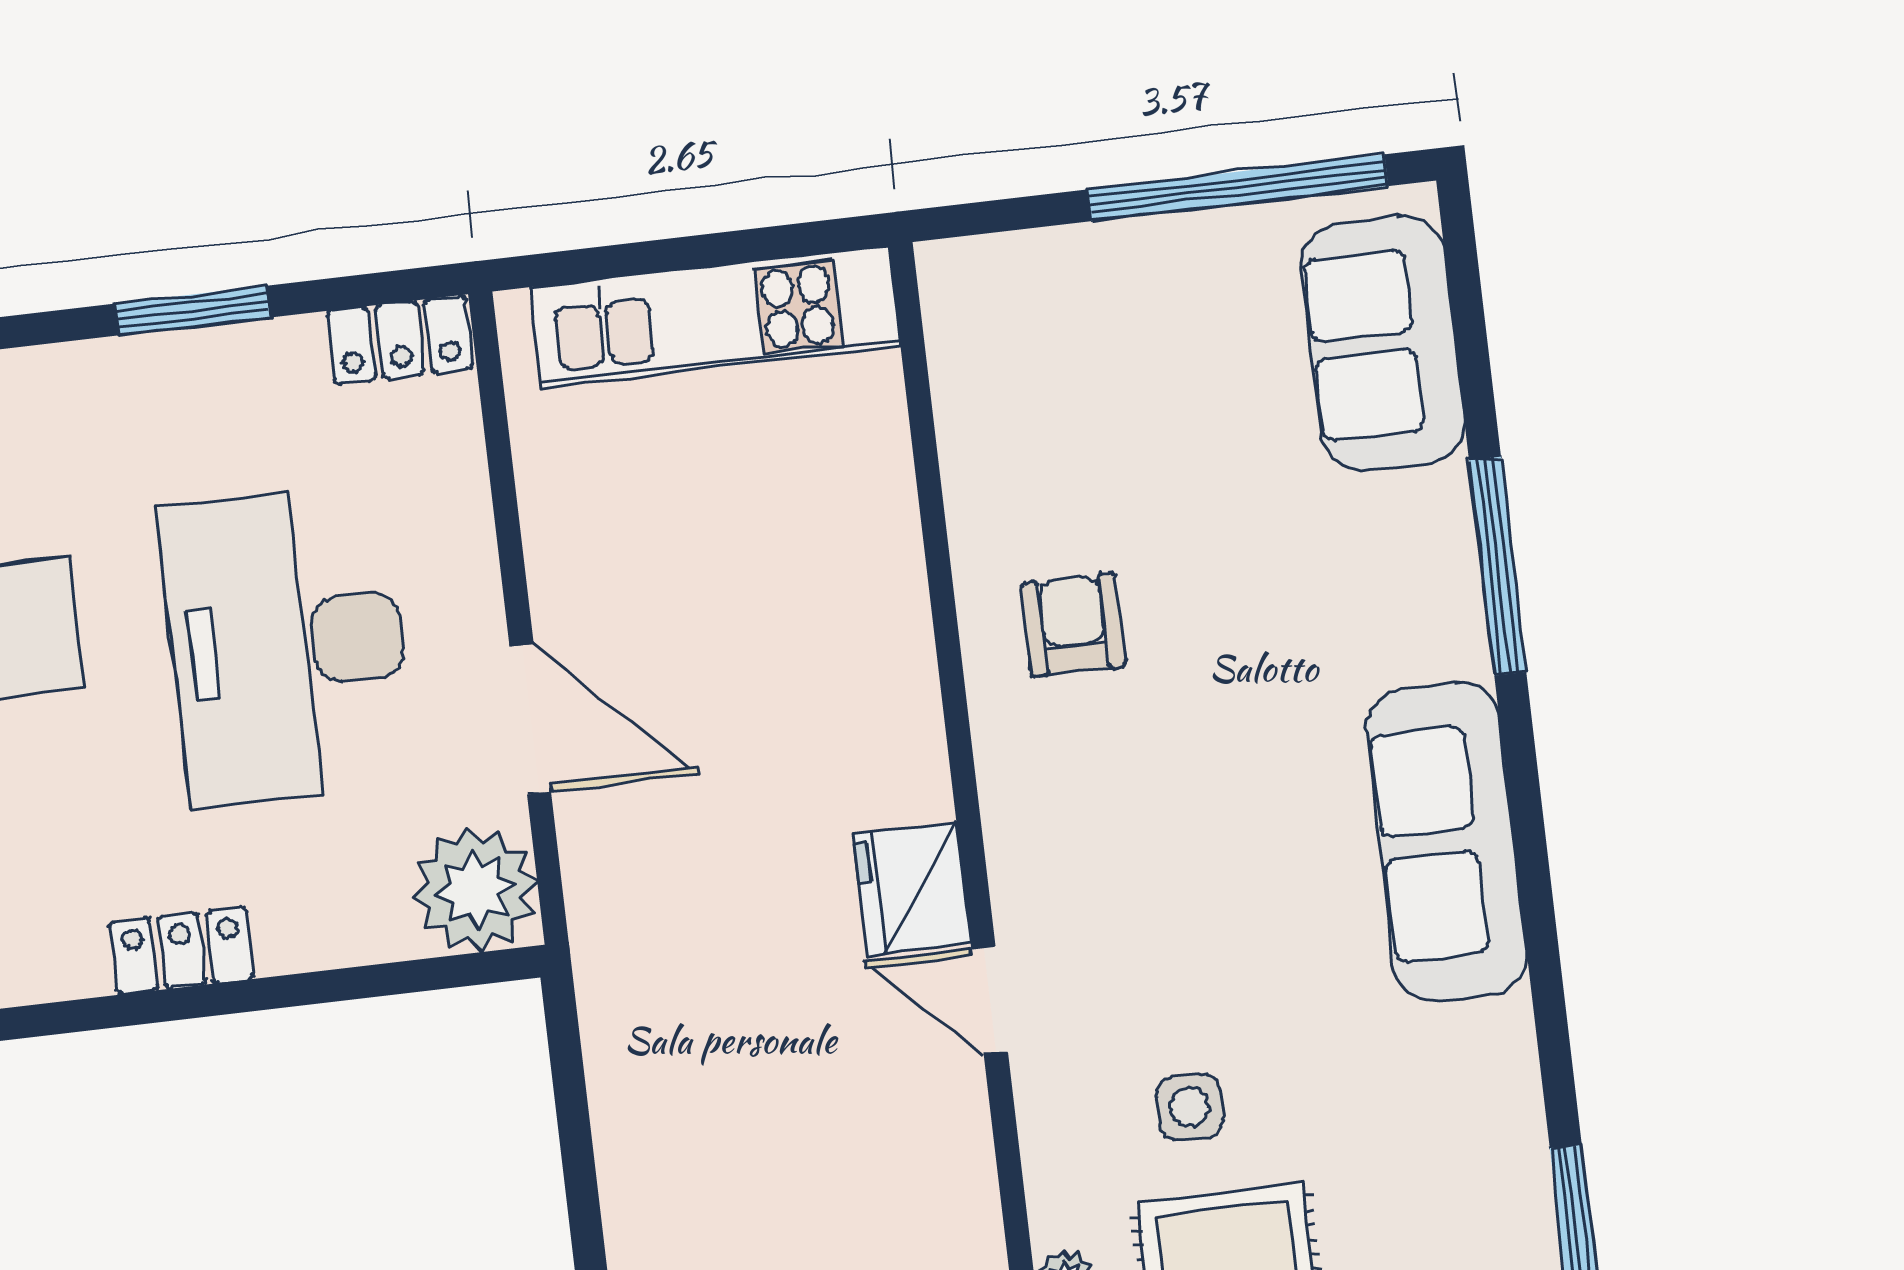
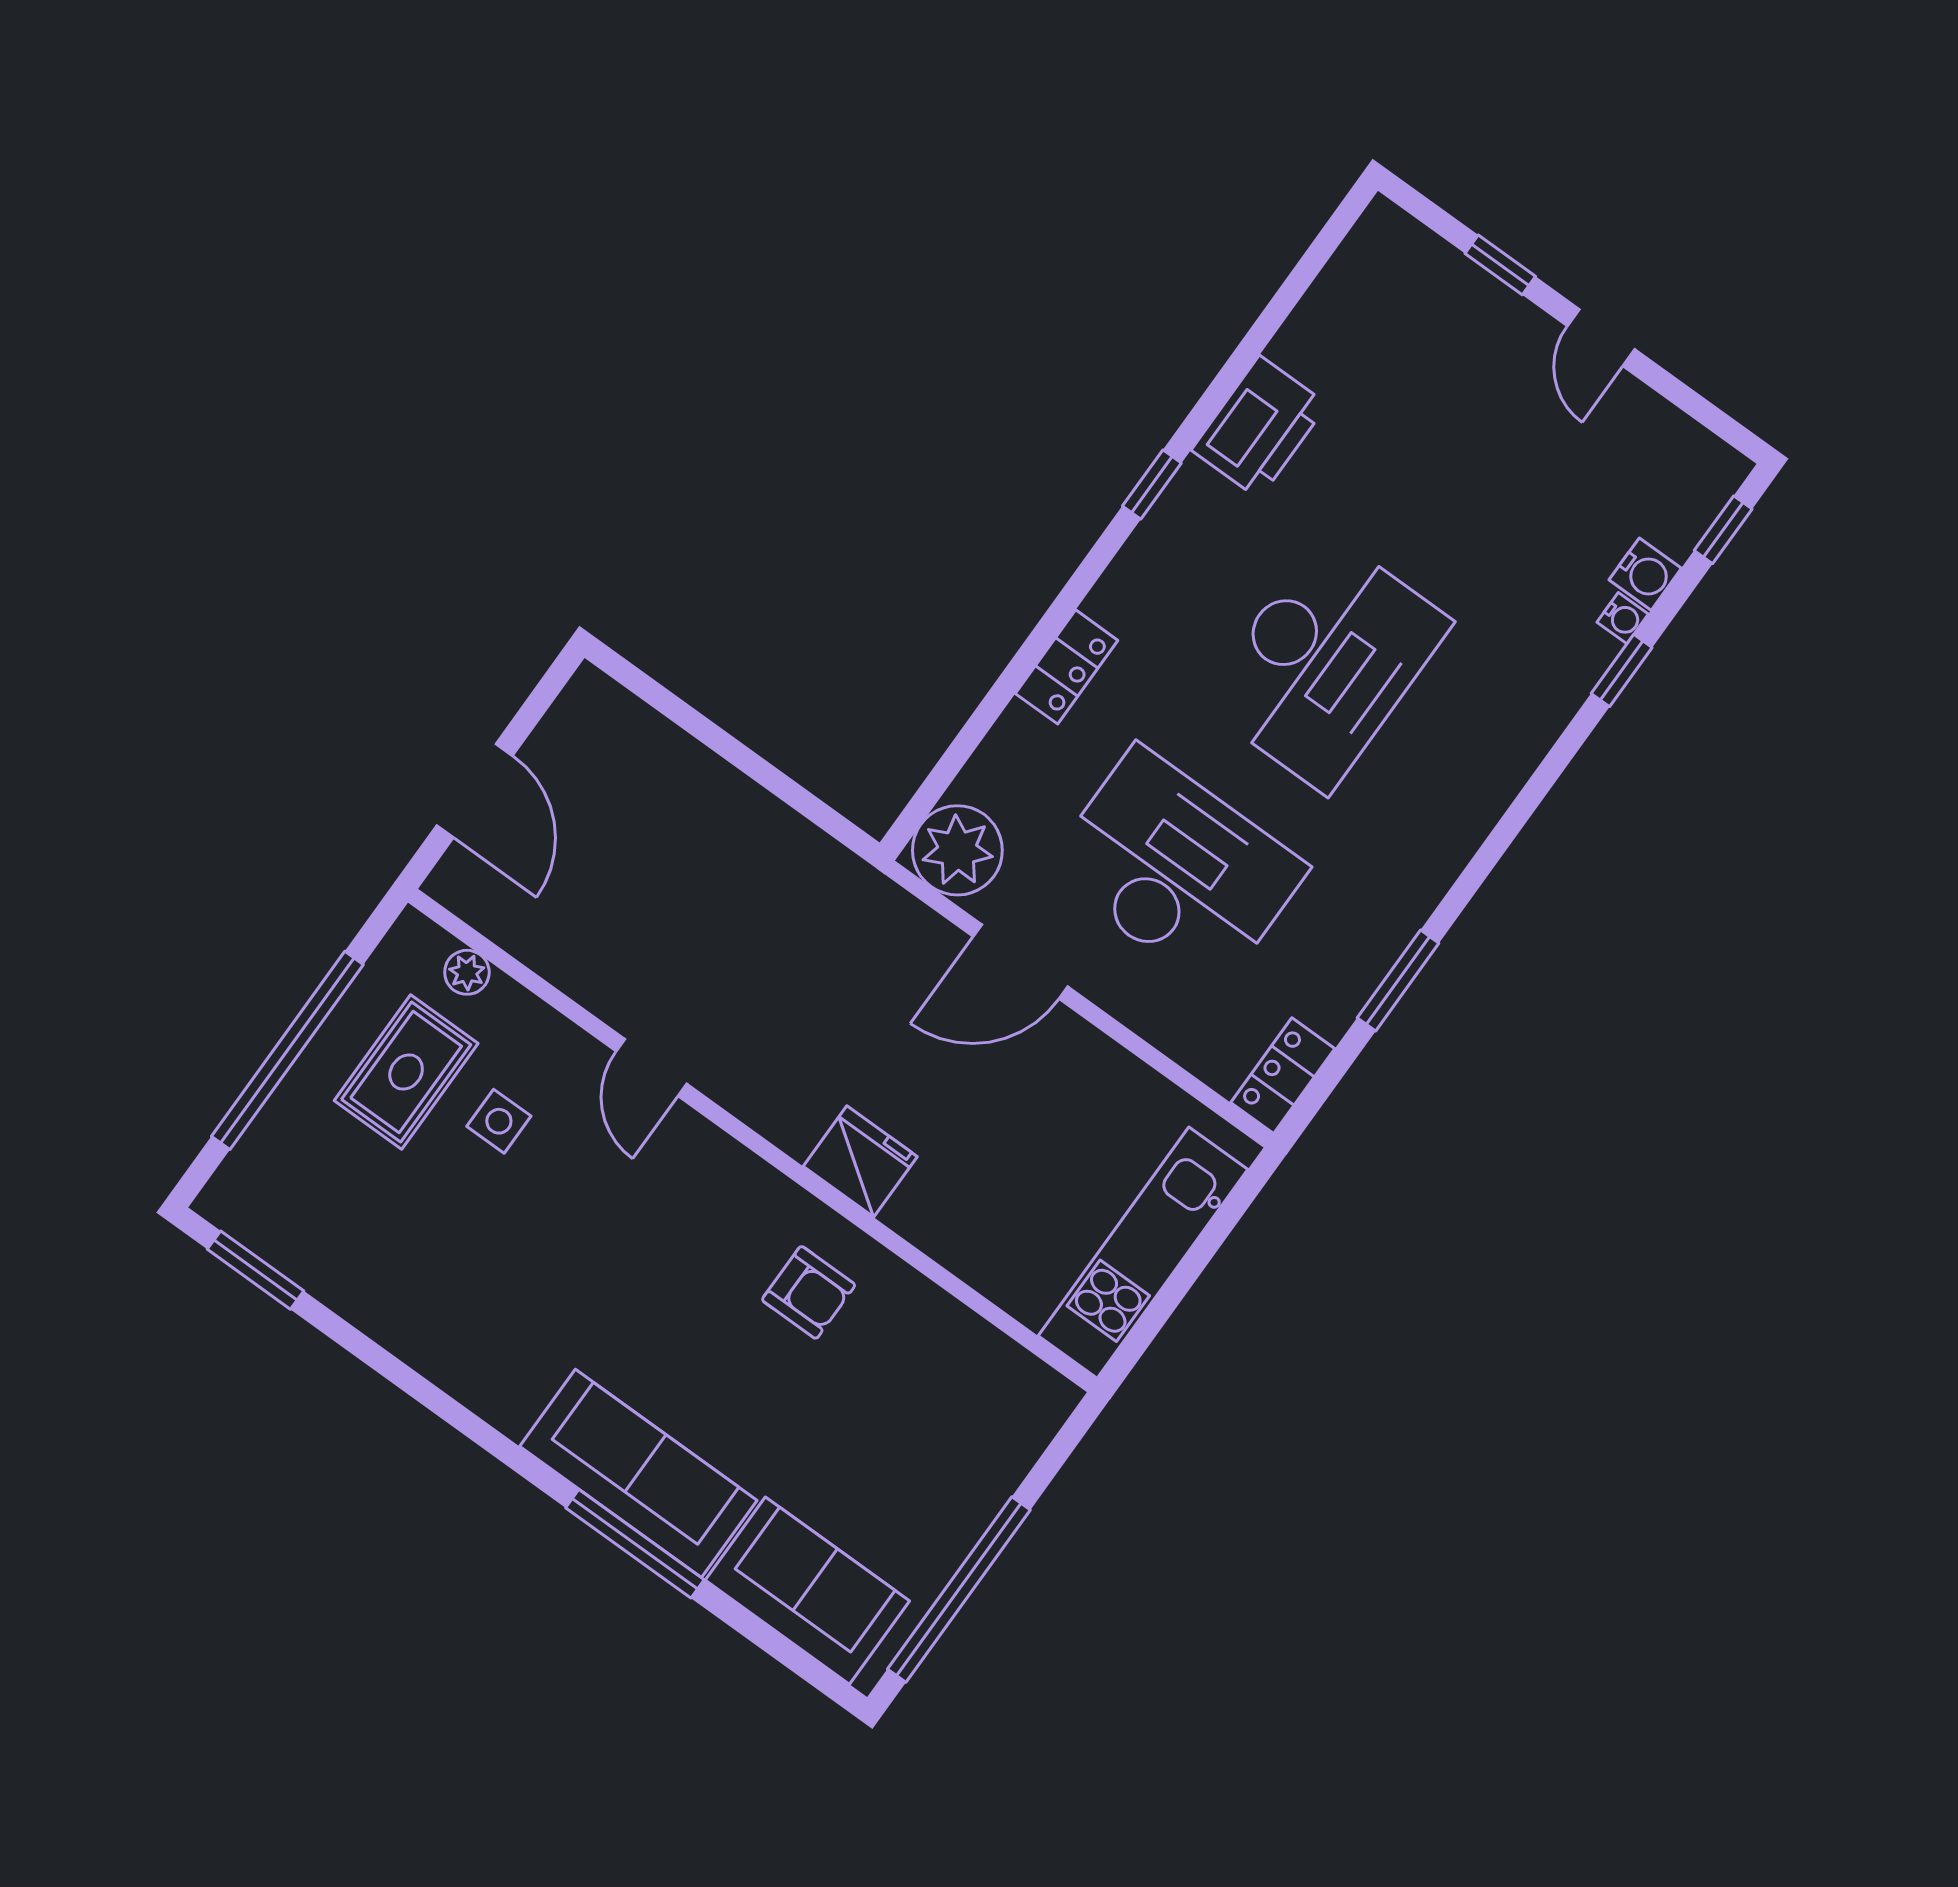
sofa: (1447, 842) -> (638, 1473), moved
fridge: (912, 889) -> (860, 1161), moved
door: (990, 1000) -> (651, 1067), swing flipped

